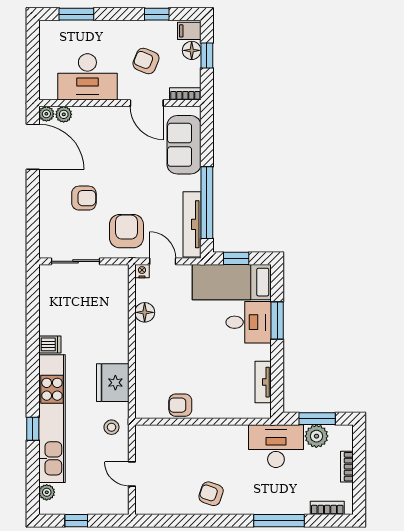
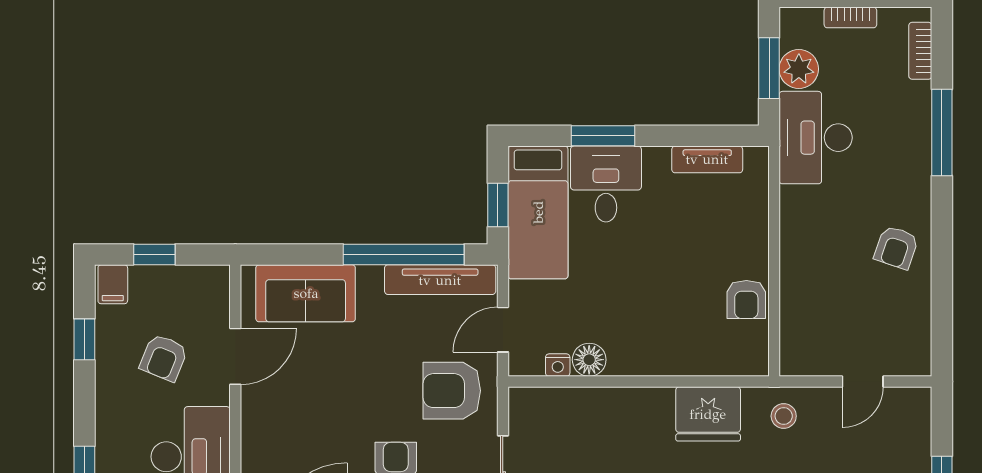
floor lamp: (192, 50) -> (146, 280), removed
bookcase: (185, 94) -> (220, 291), removed
nightstand: (142, 271) -> (558, 365), moved, turned -90

